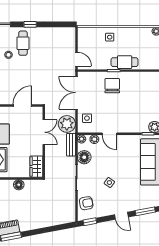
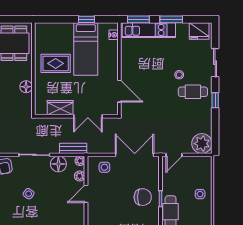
plant: (67, 124) -> (202, 144), moved
wardrobe: (36, 167) -> (60, 108), moved

